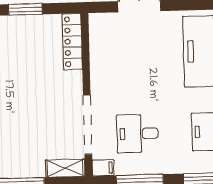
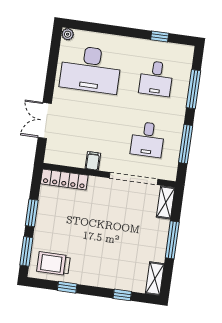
filing cabinet: (103, 168) -> (93, 161), moved

